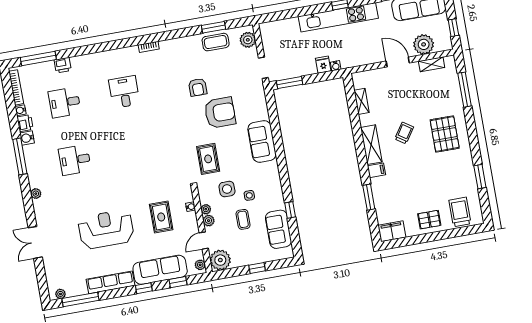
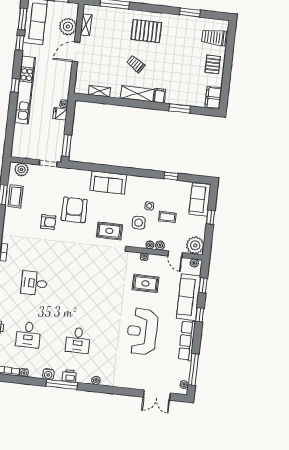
printer: (25, 123) -> (69, 376), moved
sofa: (278, 229) -> (200, 199), moved, turned 90
double door: (35, 242) -> (157, 395), moved

